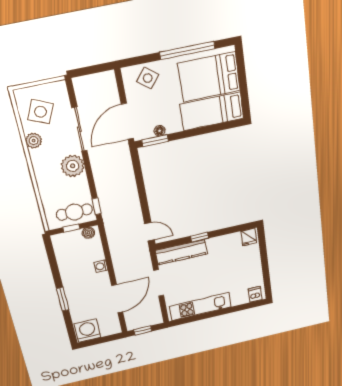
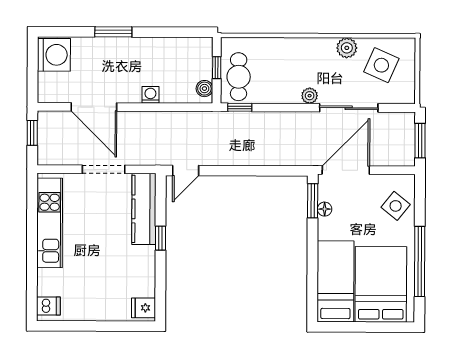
window: (93, 69) -> (420, 141), added
door: (127, 121) -> (346, 170), hinge flipped
plant: (73, 166) -> (310, 96), width x0.53, depth x0.53

